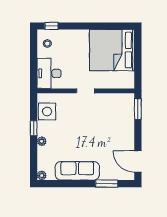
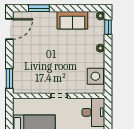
window: (34, 128) -> (108, 27), moved
door: (138, 162) -> (9, 29), hinge flipped
sofa: (77, 171) -> (72, 20), width x0.73

